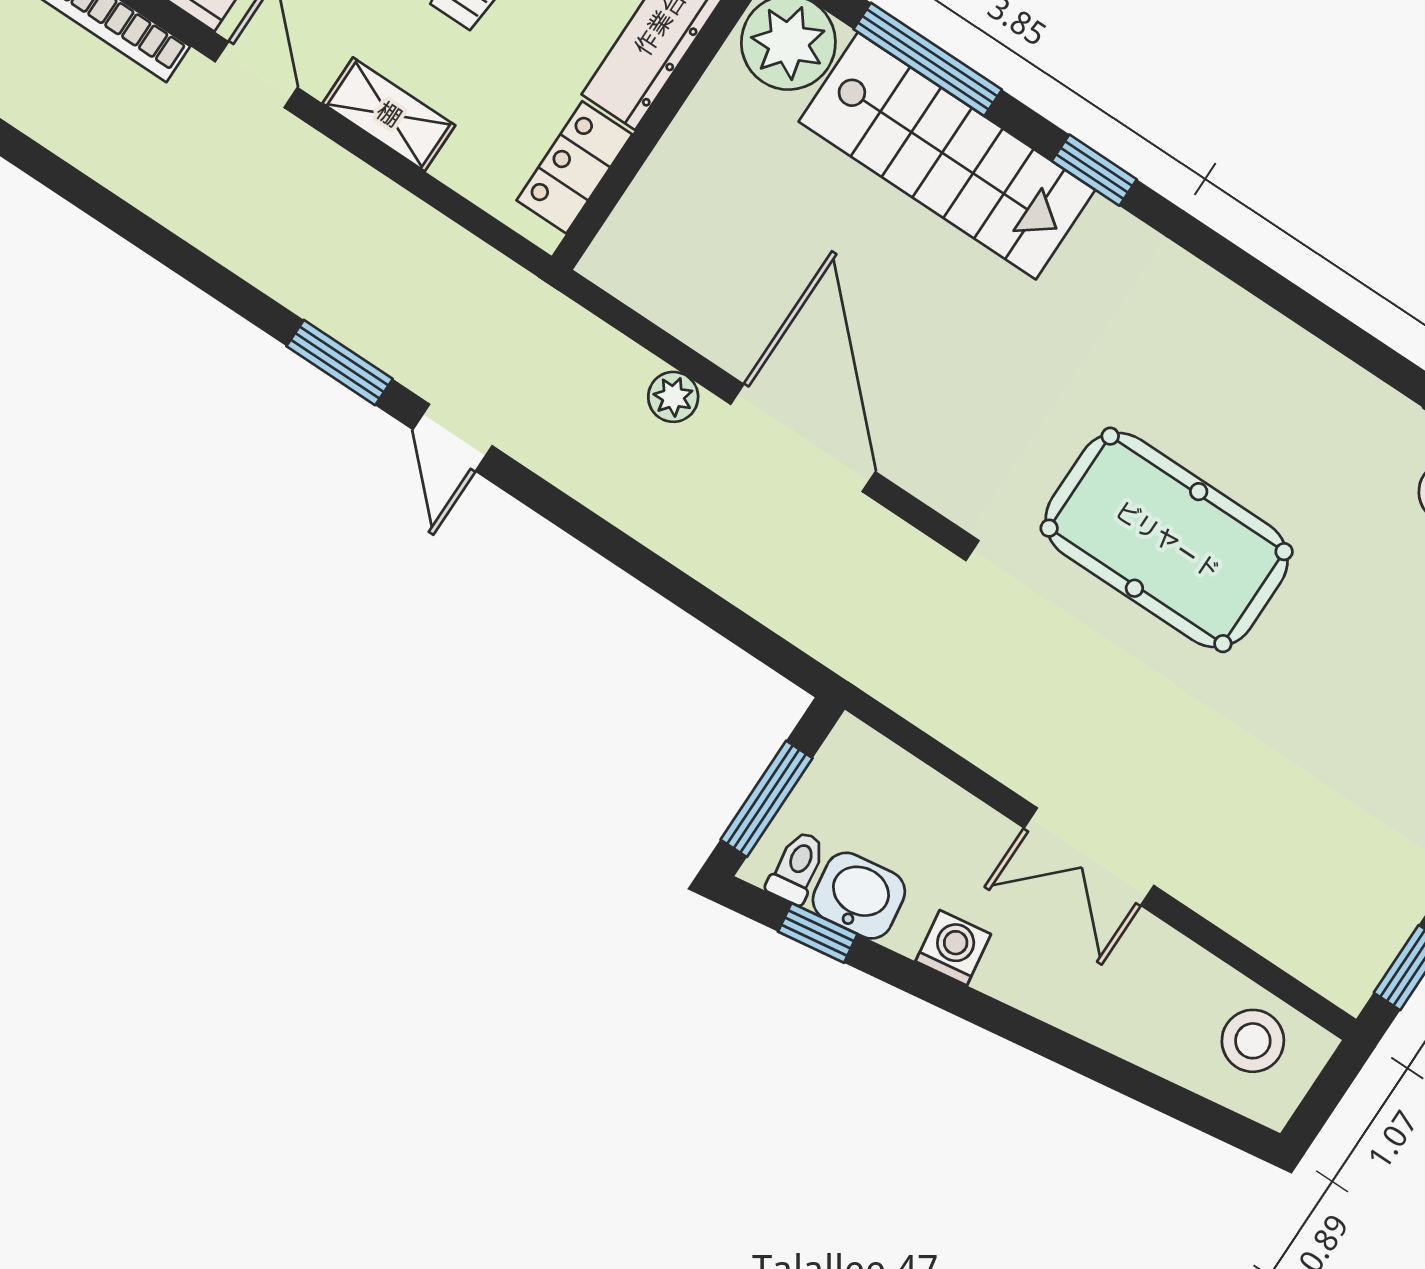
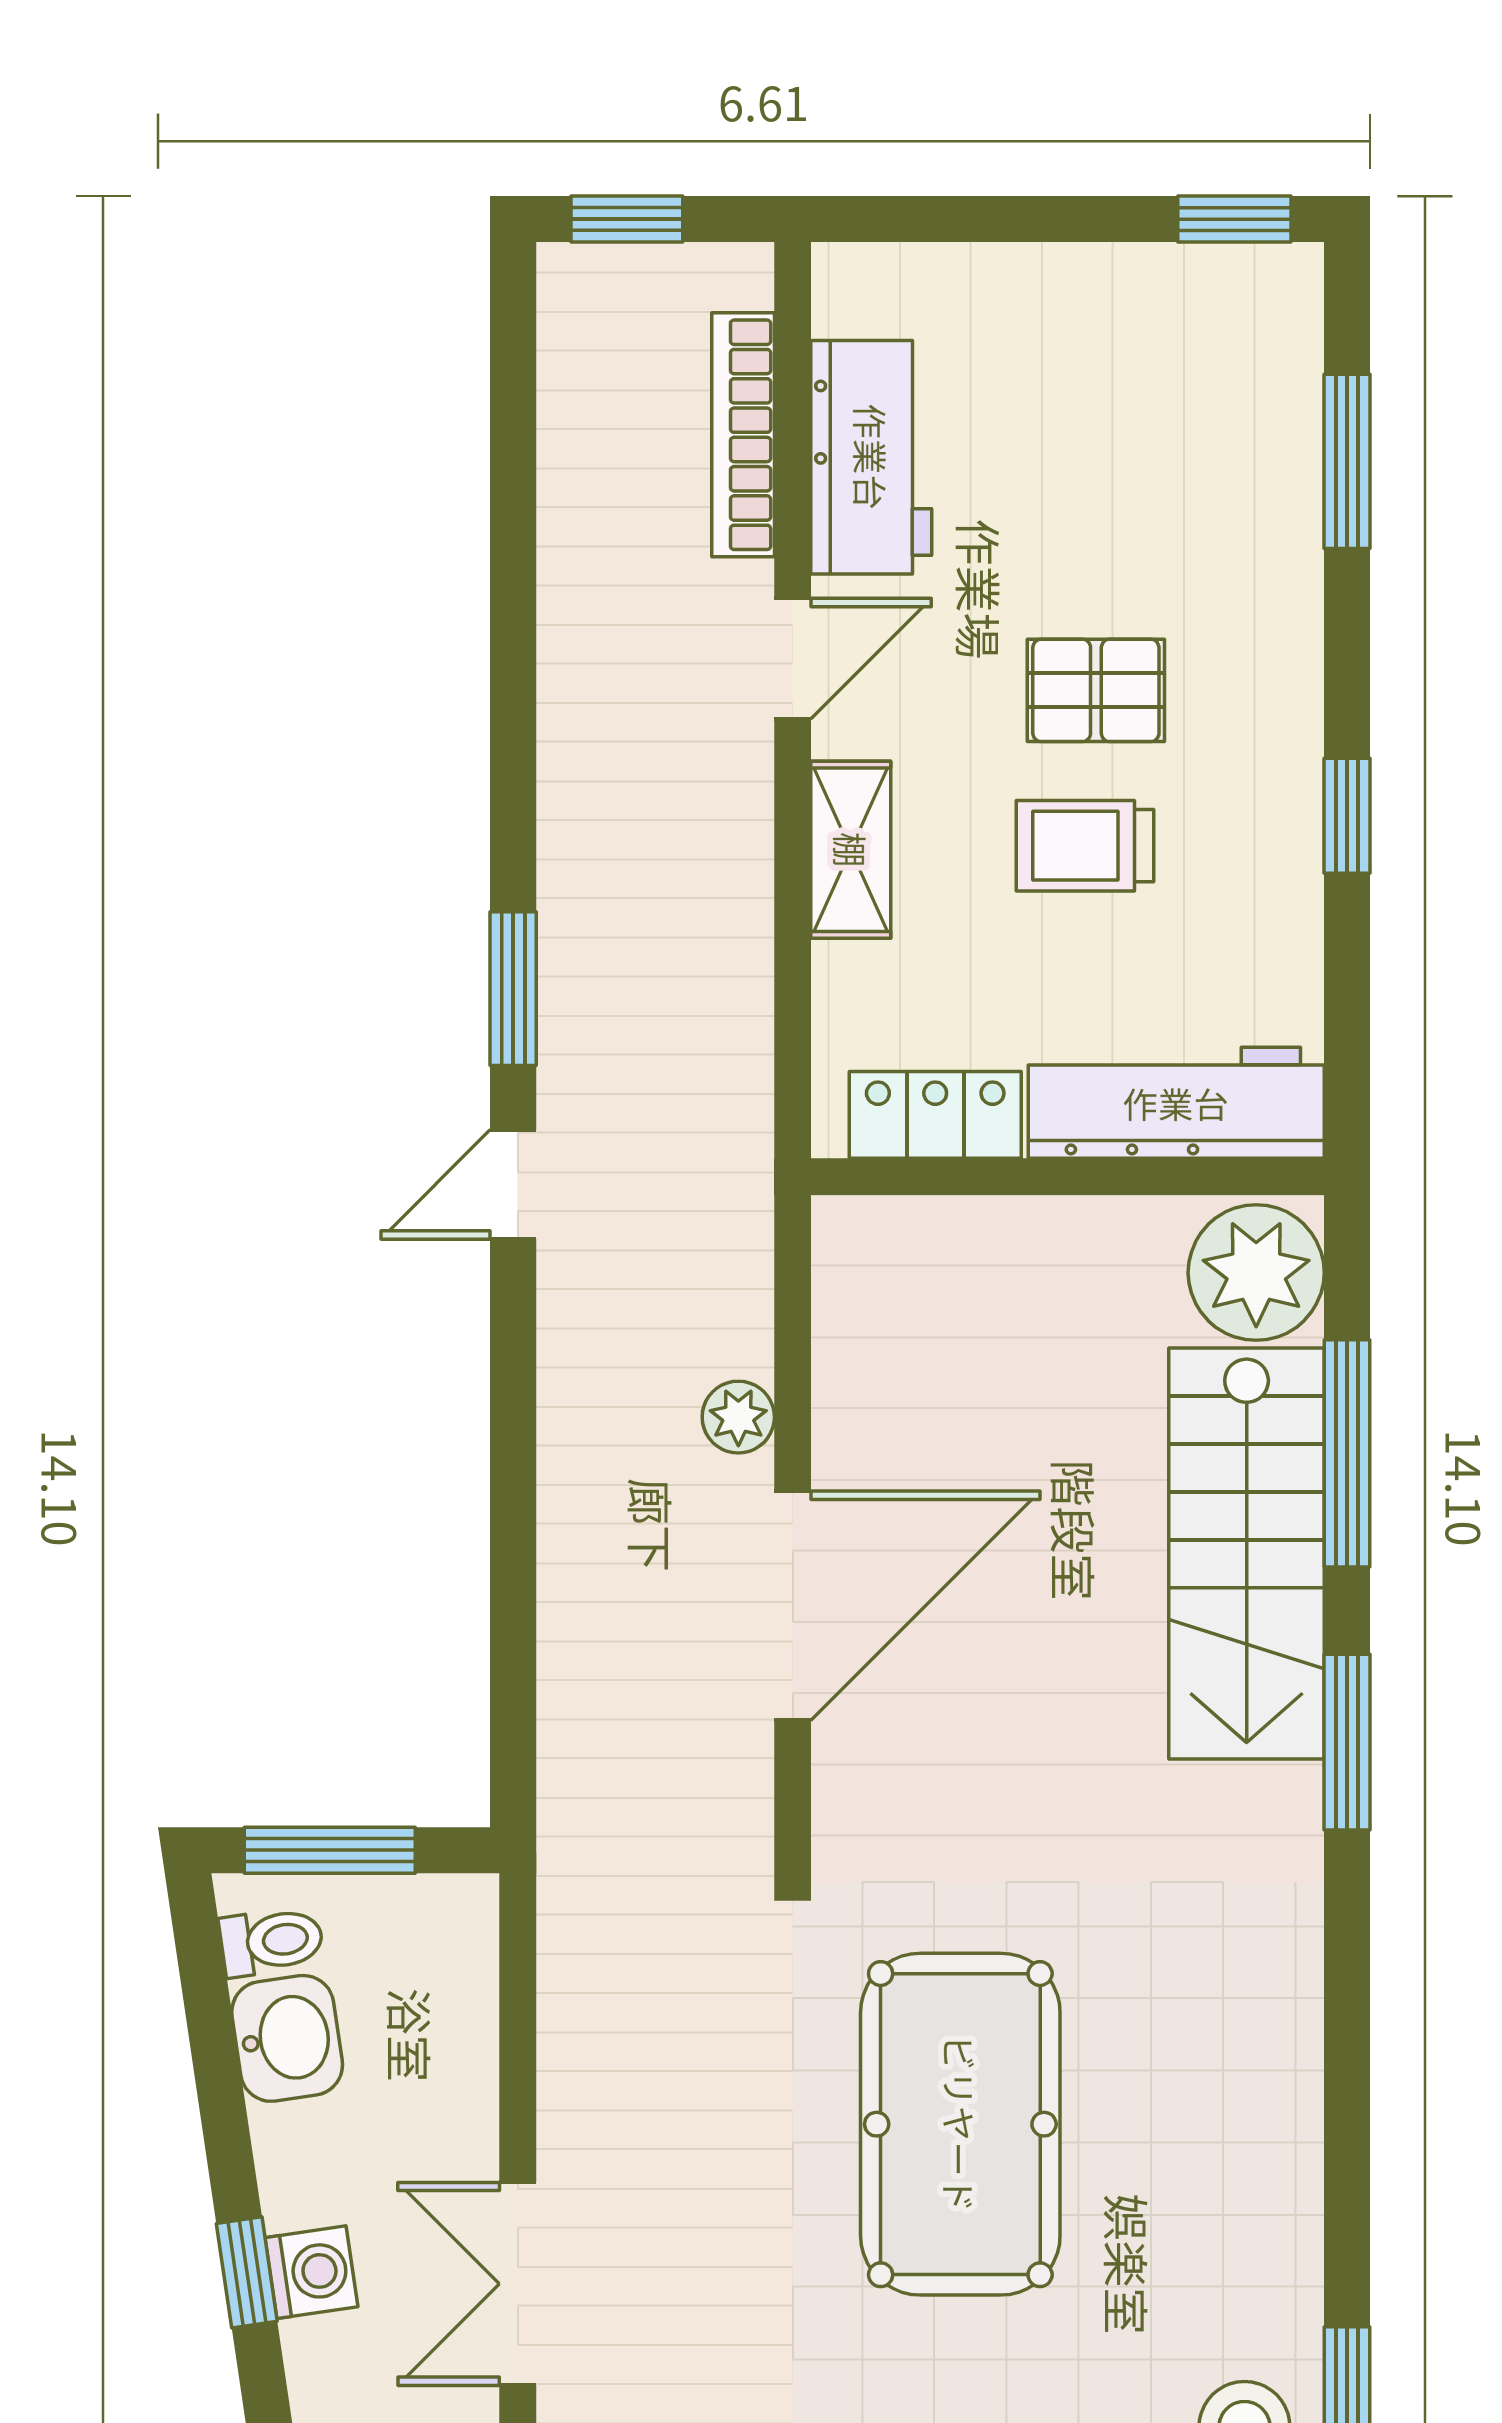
window: (1094, 170) -> (1347, 1742), width x1.50
window: (818, 933) -> (247, 2272), moved
washing machine: (953, 948) -> (311, 2272), moved

